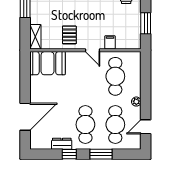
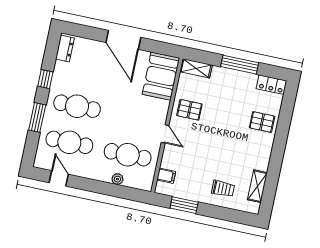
filing cabinet: (110, 42) -> (166, 176), moved
door: (93, 50) -> (165, 134), swing flipped
plant: (136, 102) -> (117, 179), moved
door: (25, 117) -> (123, 40), moved
dresser: (62, 144) -> (65, 48), moved

